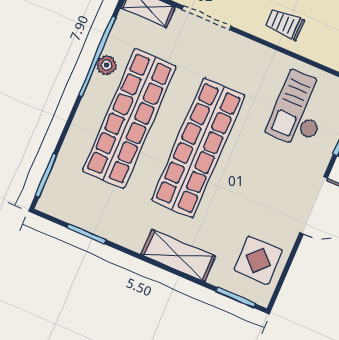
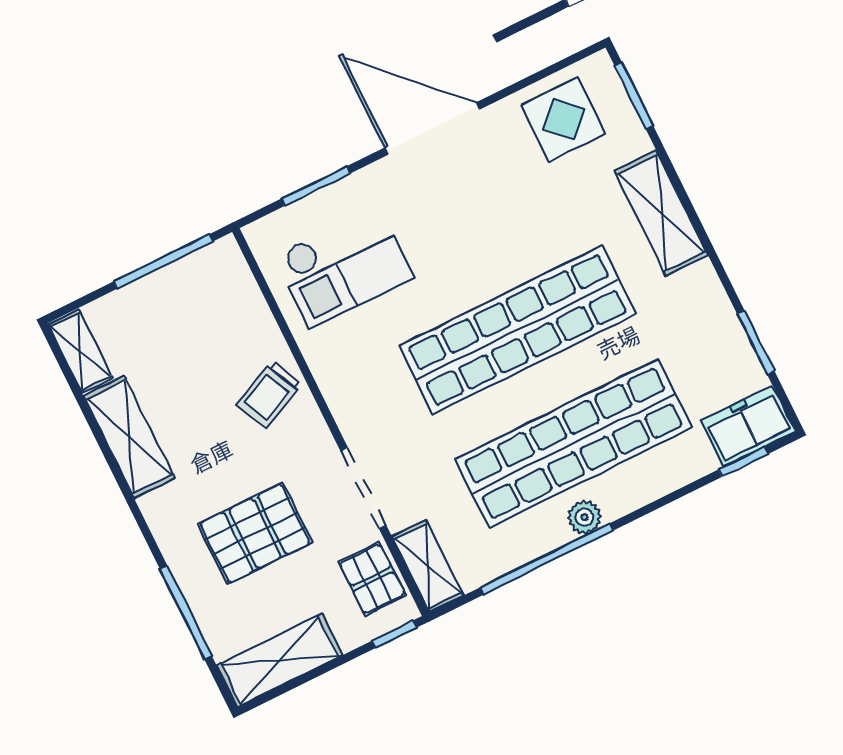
trolley: (285, 24) -> (269, 394), turned 65
plant: (107, 65) -> (585, 517), moved
window: (46, 175) -> (743, 462), width x0.67
freezer: (58, 193) -> (748, 426), added

